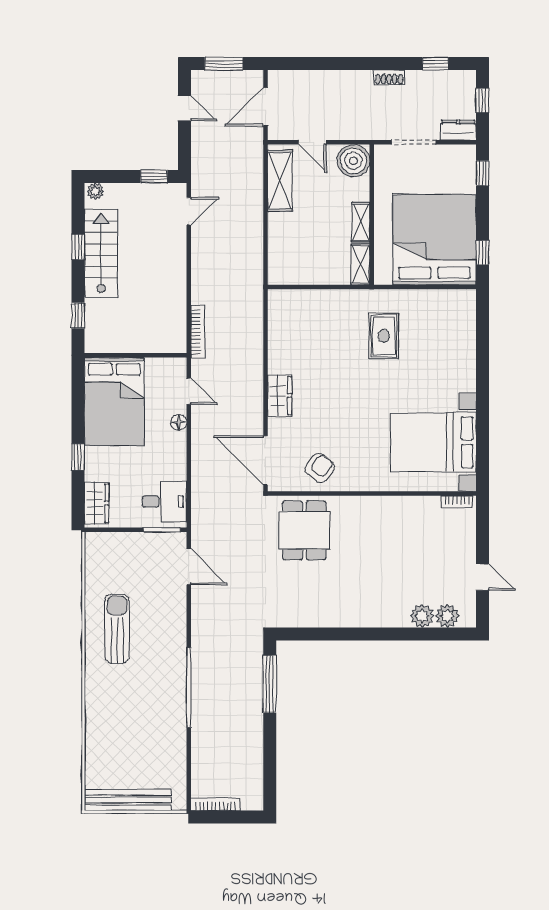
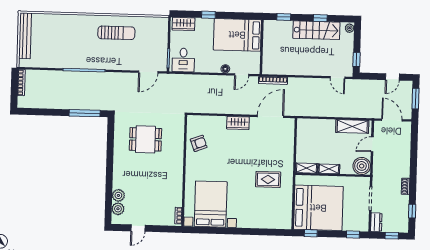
door: (265, 460) -> (270, 116), moved
armchair: (320, 468) -> (199, 143), turned -59
dining table: (304, 530) -> (145, 139), moved

